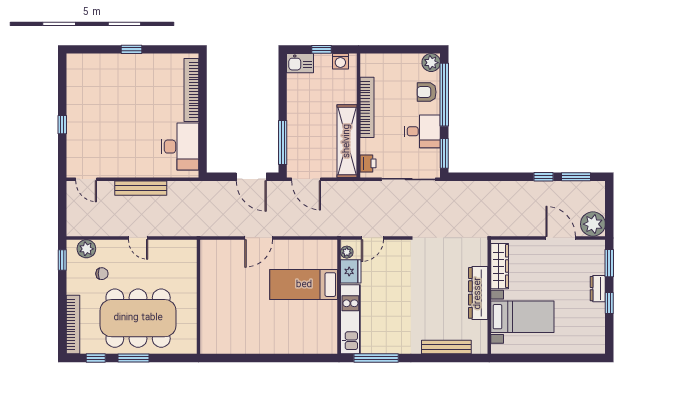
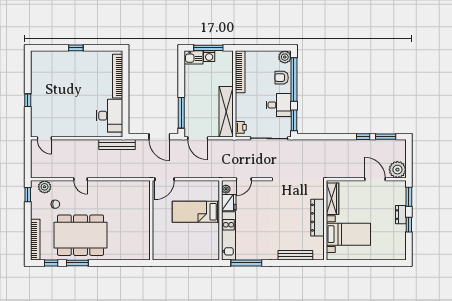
window: (321, 49) -> (208, 48), width x2.17
washing machine: (340, 61) -> (209, 56), moved
bookcase: (367, 107) -> (240, 72), moved
bench: (141, 188) -> (117, 145), moved
wall: (199, 297) -> (151, 220), moved

